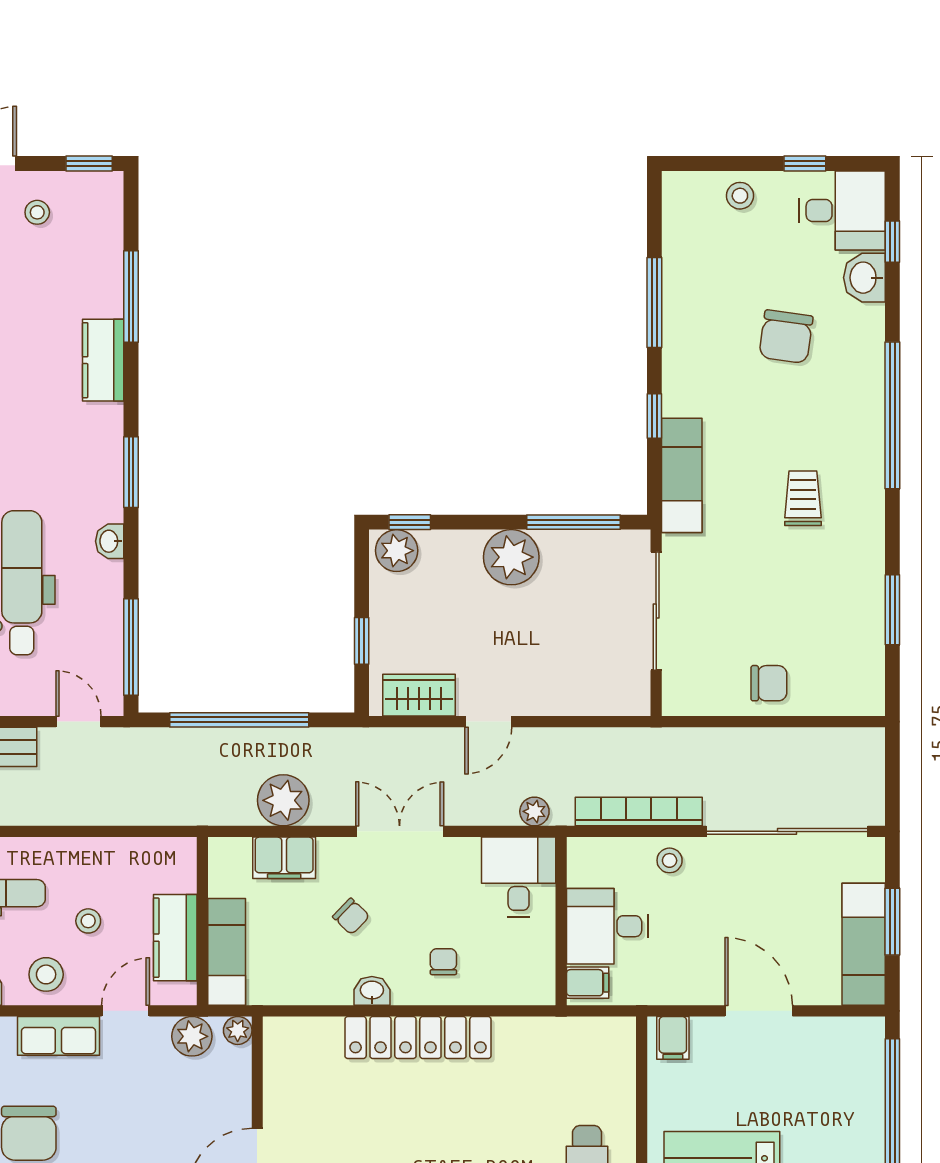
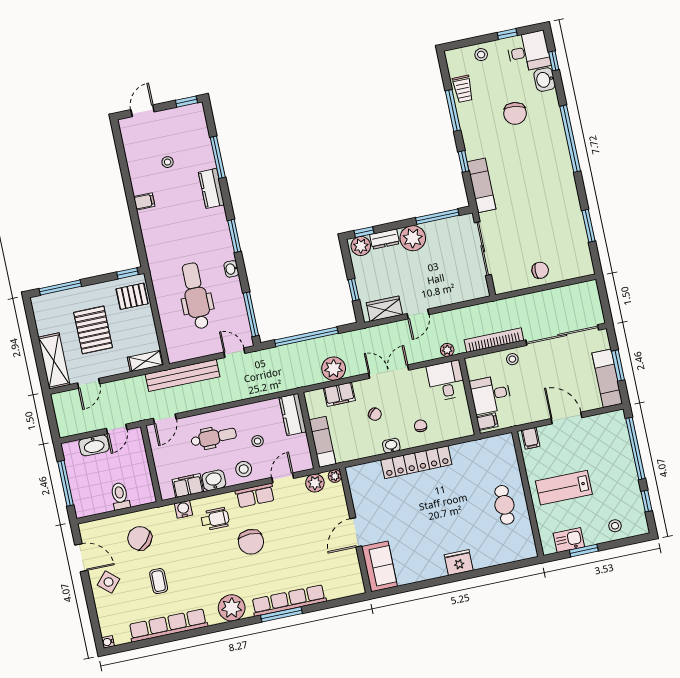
stool: (37, 212) -> (168, 162), moved
trolley: (803, 498) -> (463, 89), moved, turned 180
dresser: (451, 546) -> (385, 239), added
kitchen counter: (175, 938) -> (293, 415), moved

